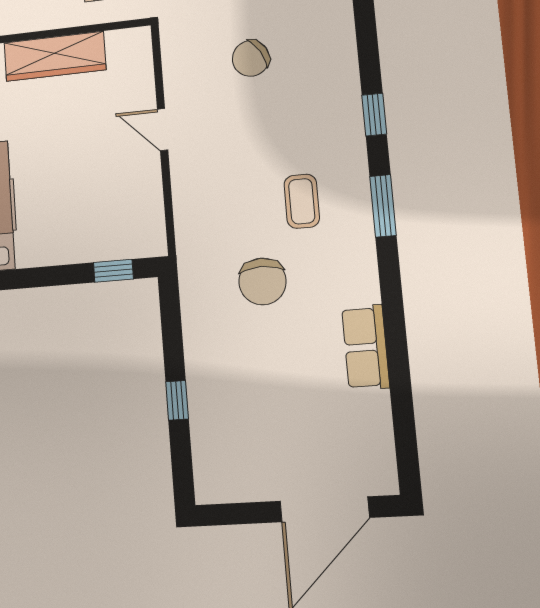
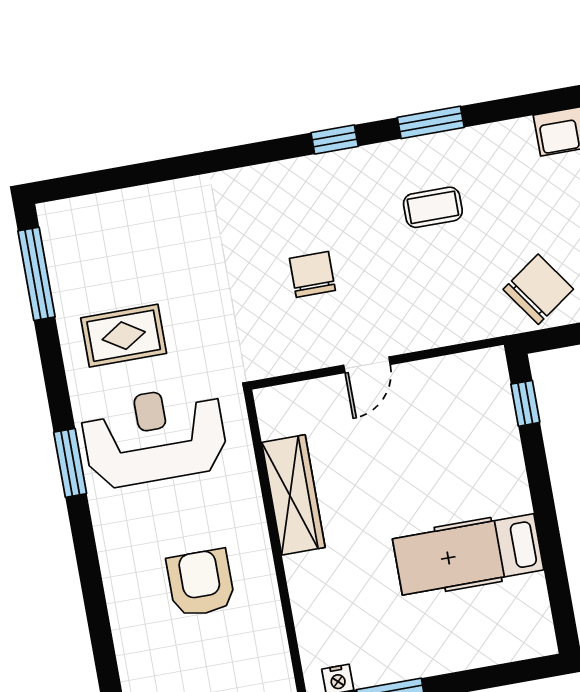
chair: (251, 58) -> (312, 274), moved, turned -149
chair: (262, 281) -> (538, 289), moved, turned -35

